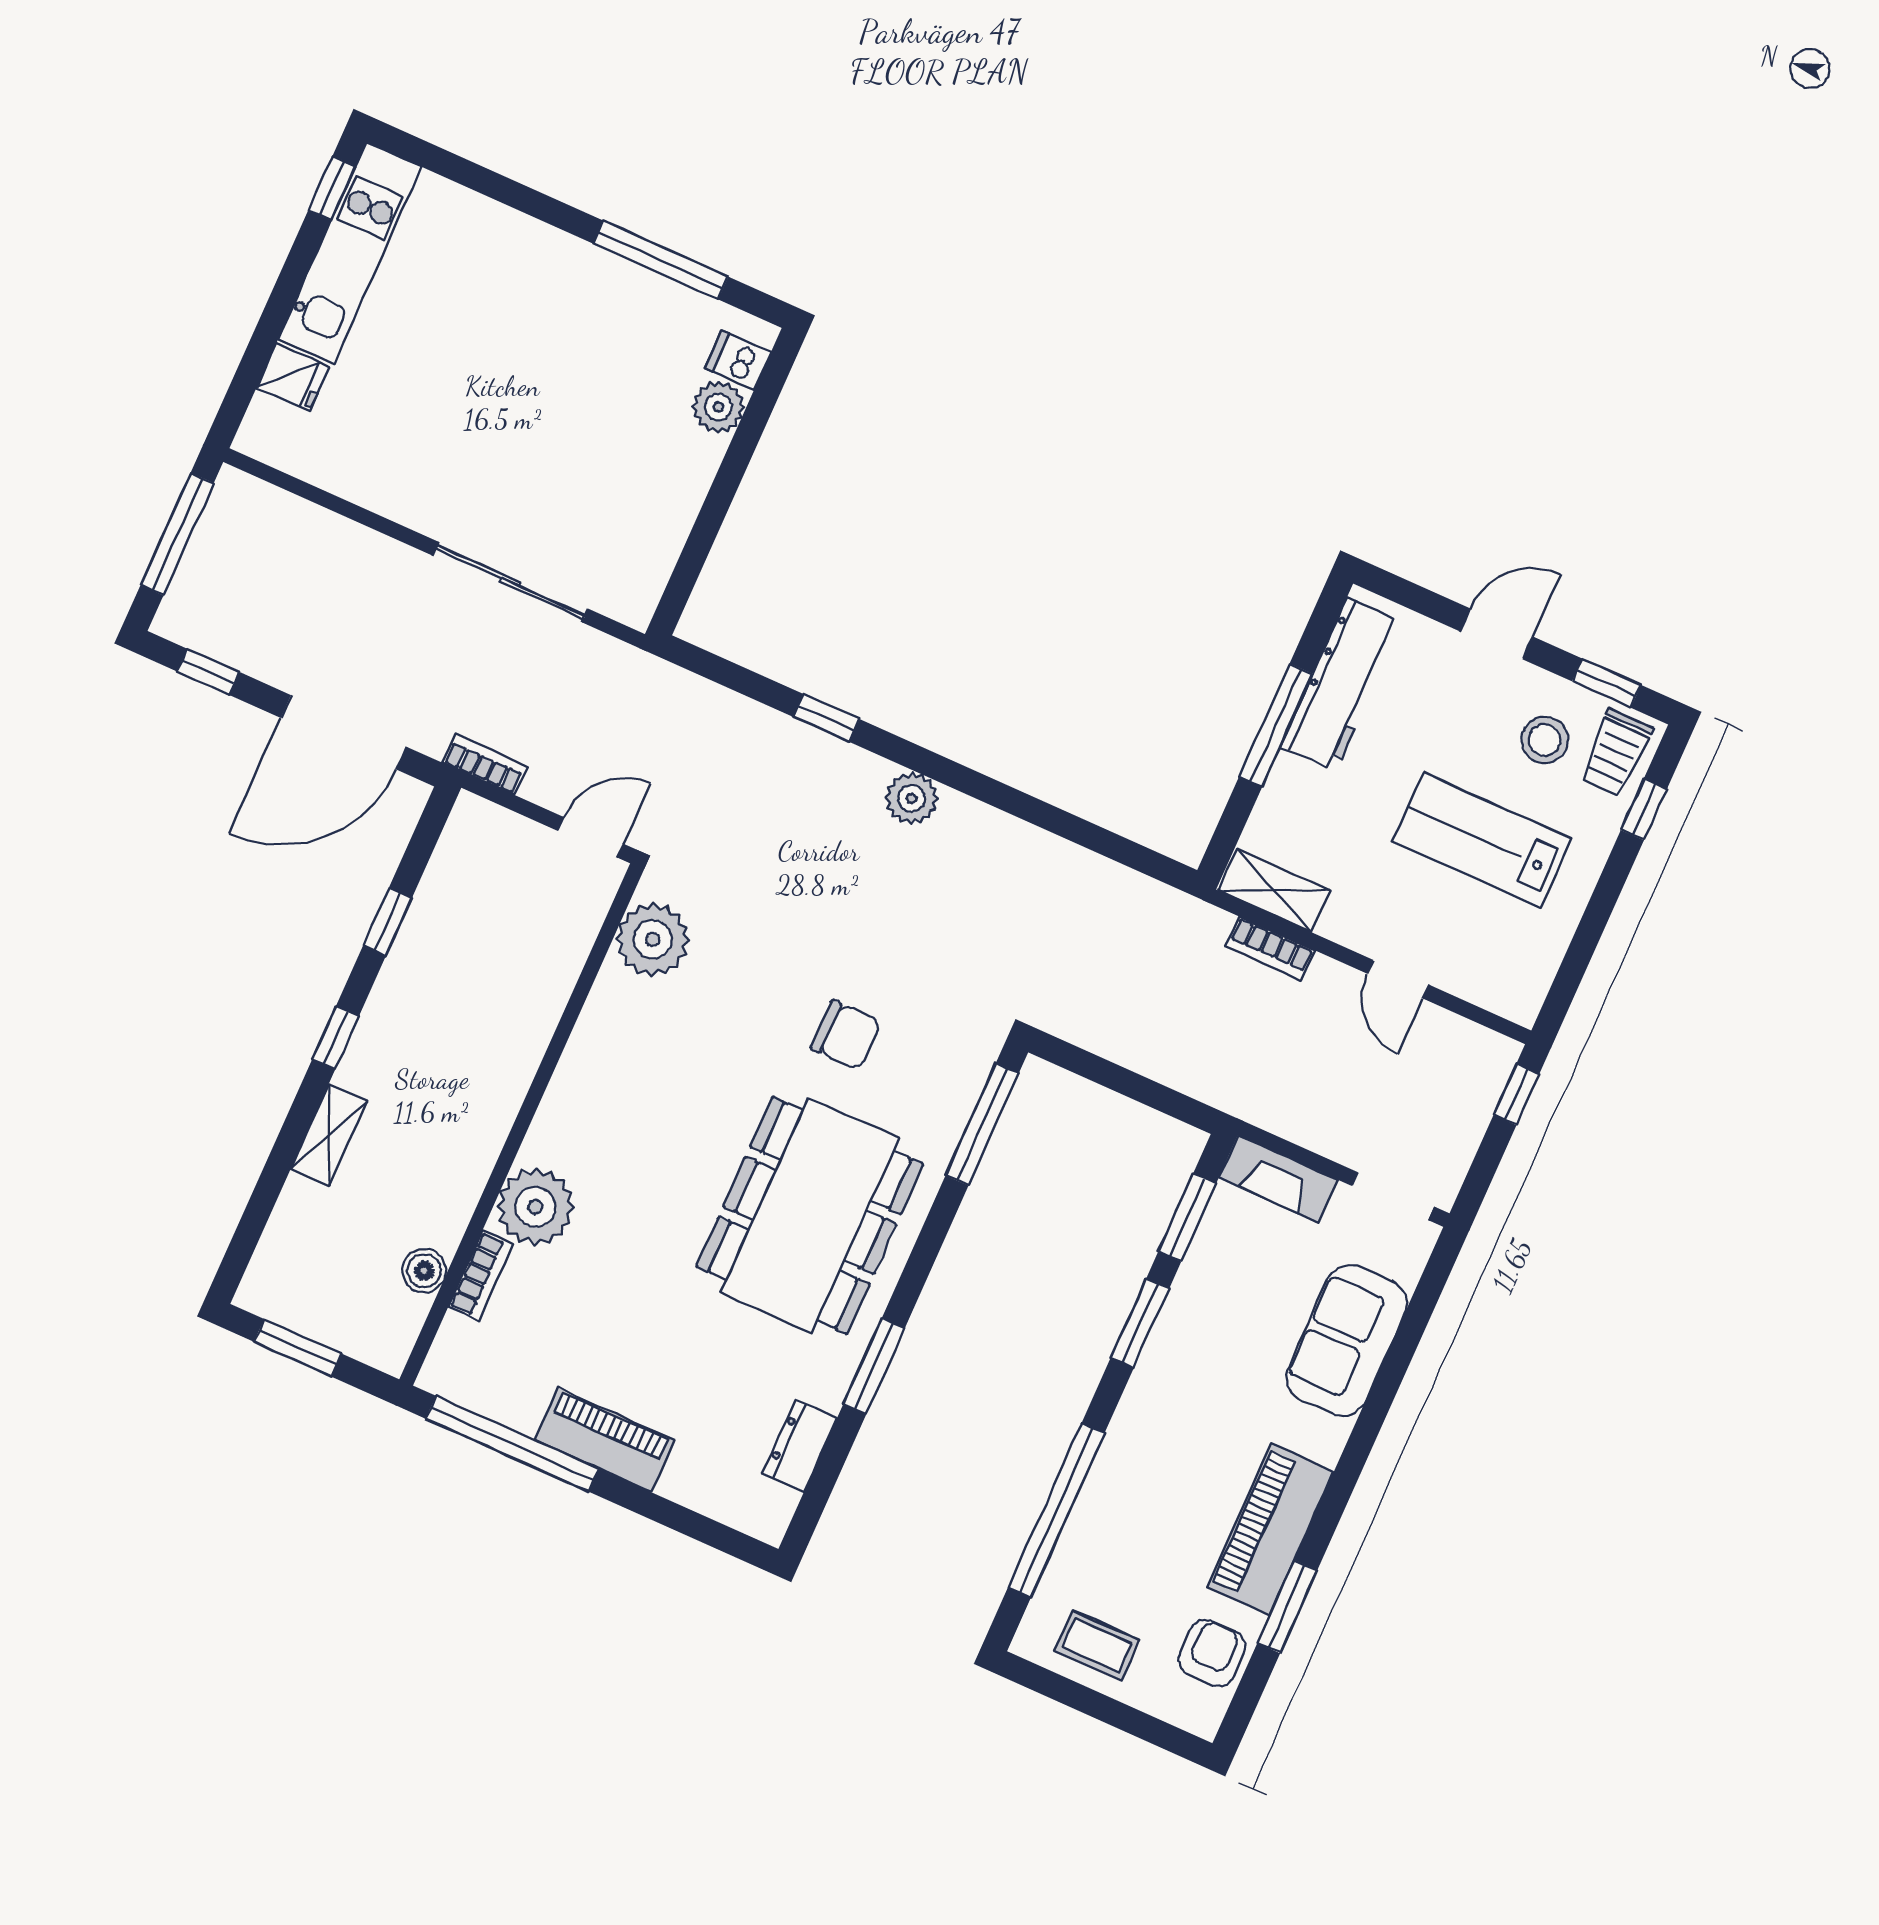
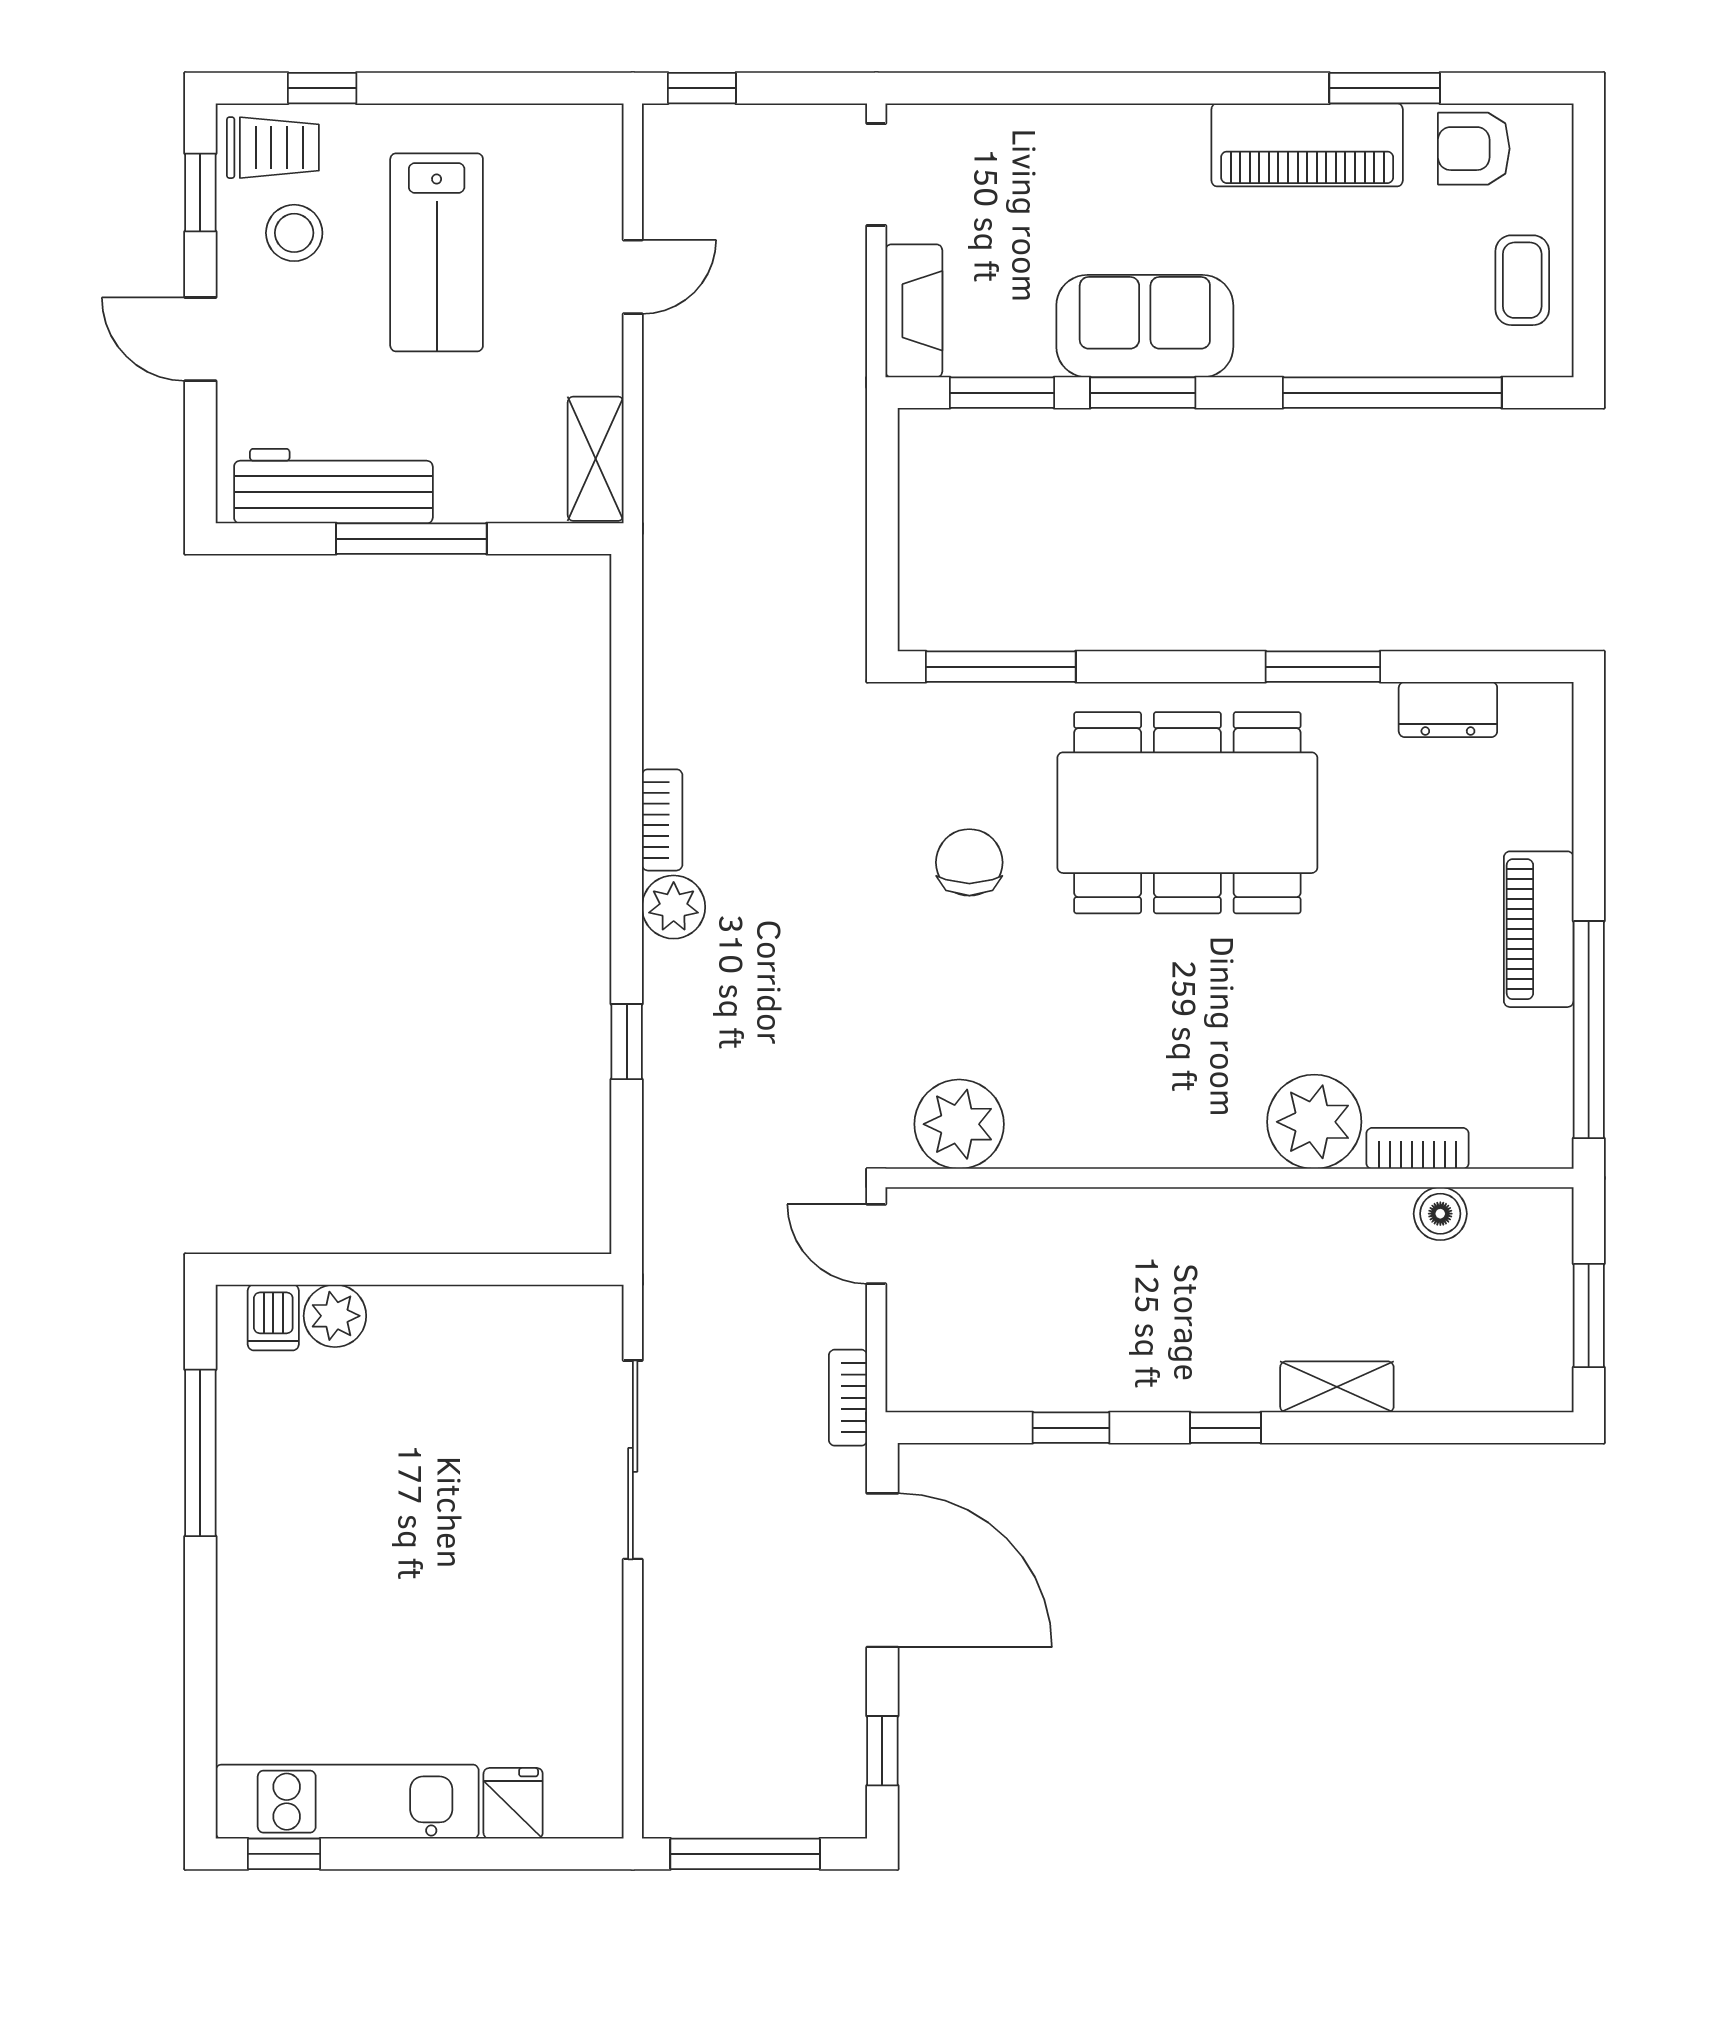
bookcase: (1270, 948) -> (662, 820), moved
sofa: (1347, 1340) -> (1145, 326), moved, turned 180

